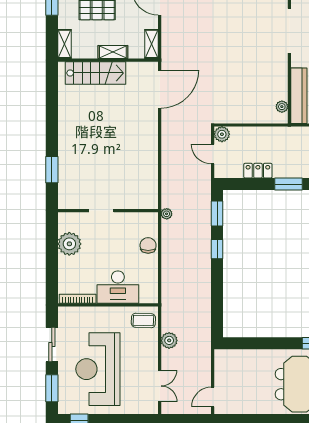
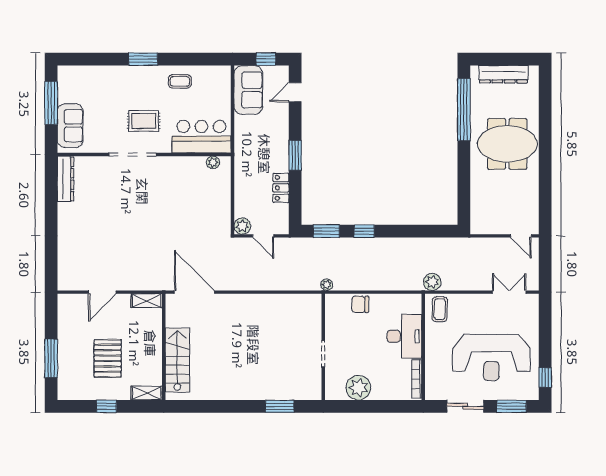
shelving: (113, 52) -> (155, 342), removed
door: (213, 154) -> (263, 236), hinge flipped
plant: (169, 340) -> (432, 282), moved

